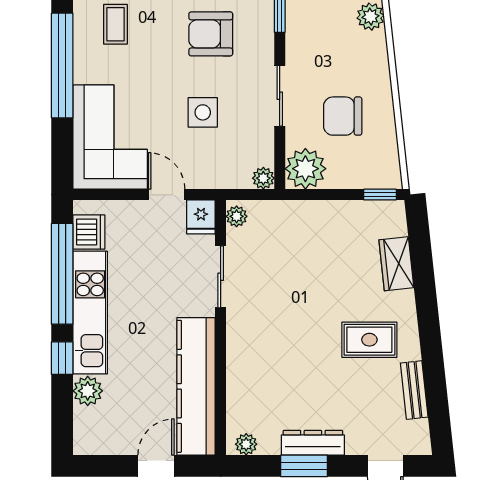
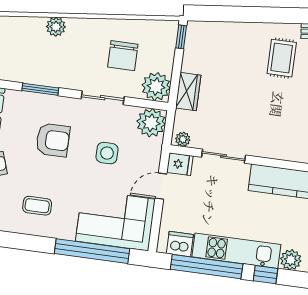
armchair: (211, 34) -> (53, 140), turned -90
window: (62, 65) -> (92, 251), moved
plant: (263, 178) -> (151, 123), width x1.87, depth x1.87
wardrobe: (396, 264) -> (188, 92), moved, turned -84

